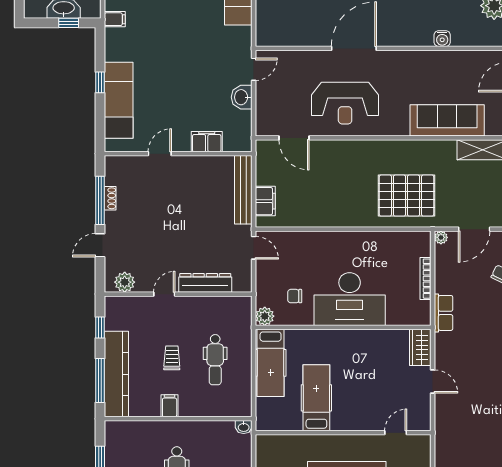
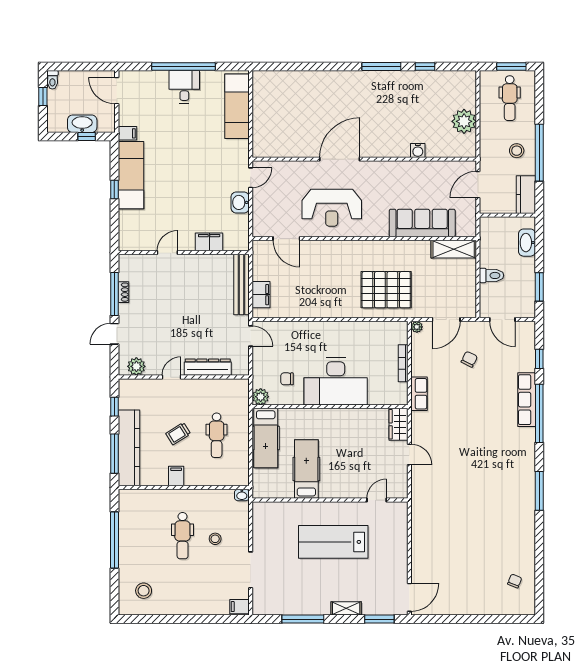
exam couch: (119, 100) -> (131, 175), moved
trolley: (172, 358) -> (178, 434), turned -122

